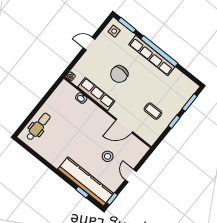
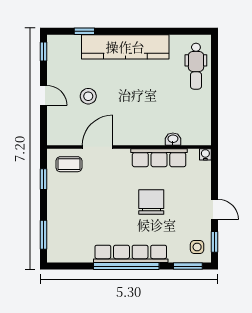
window: (103, 27) -> (214, 242), added
door: (89, 44) -> (214, 209), hinge flipped
coffee table: (153, 111) -> (69, 164), moved
window: (174, 122) -> (43, 179), moved
kitchen counter: (86, 181) -> (125, 47), moved

